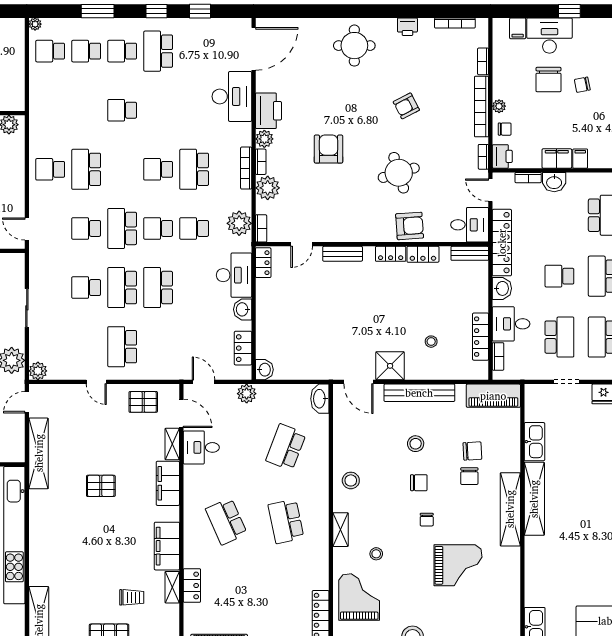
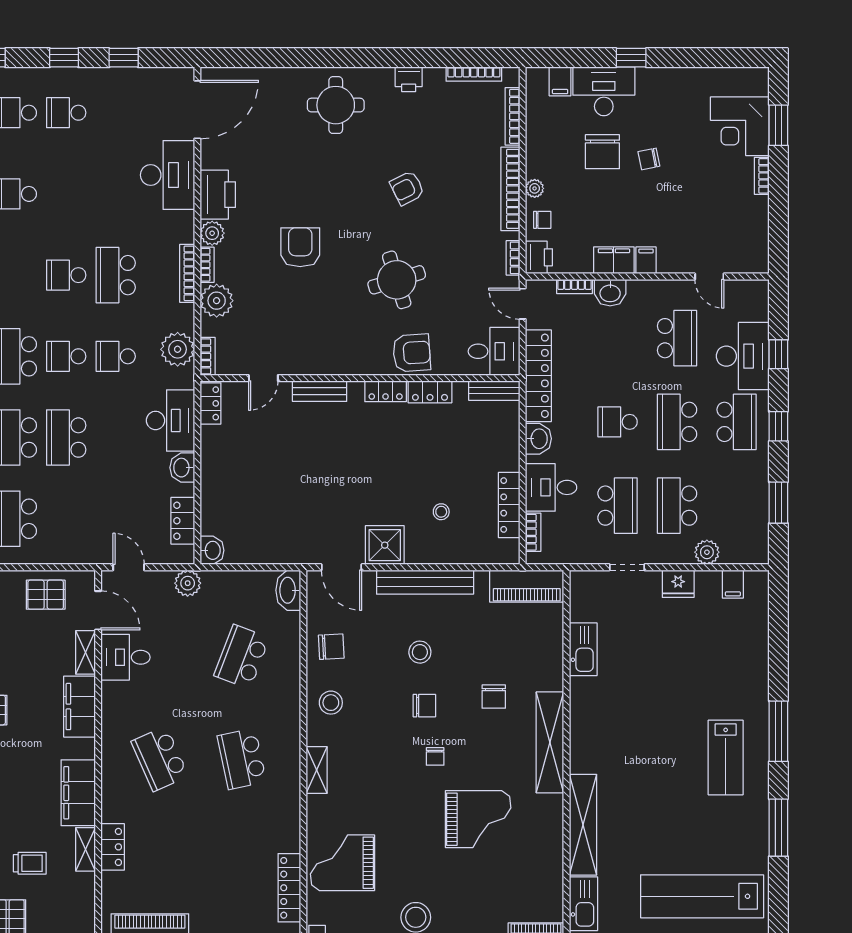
school desk: (158, 51) -> (66, 113), width x0.54
bookcase: (483, 61) -> (513, 116), width x1.56
chair: (472, 451) -> (331, 647), moved
shelving: (534, 499) -> (583, 825), moved
stool: (376, 554) -> (366, 803), removed
grand piano: (359, 597) -> (342, 863), turned -90

